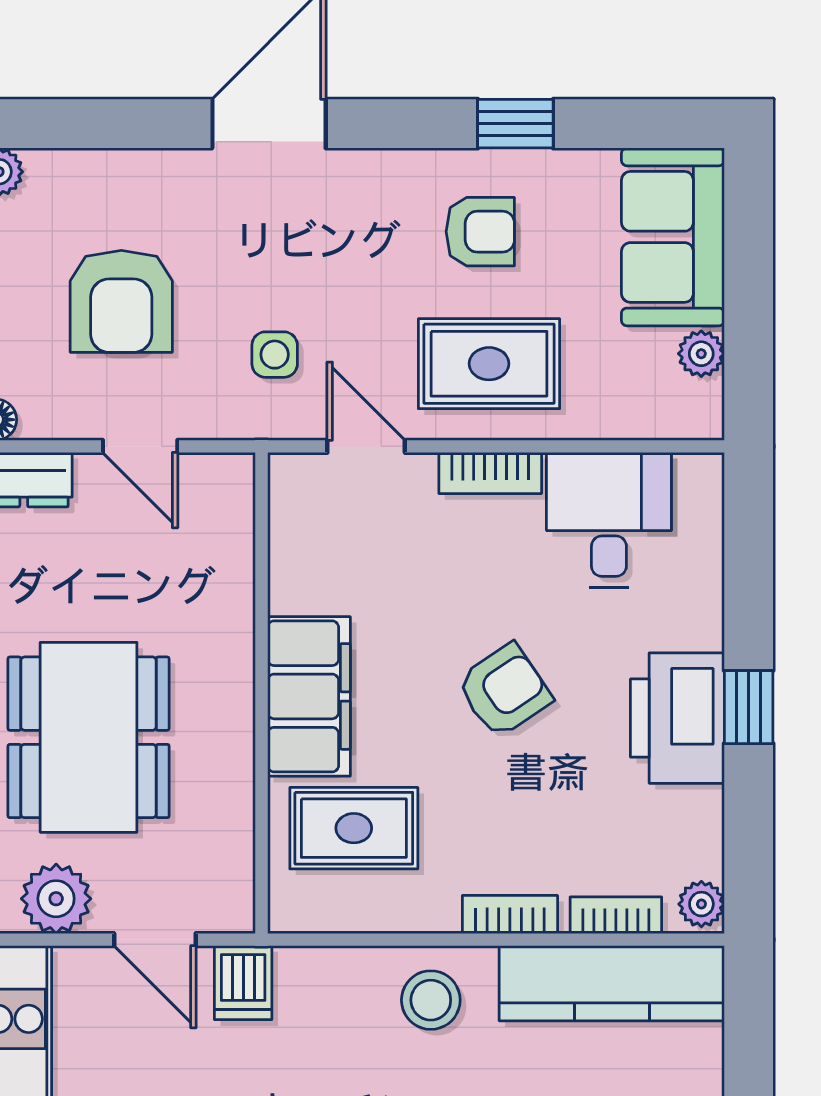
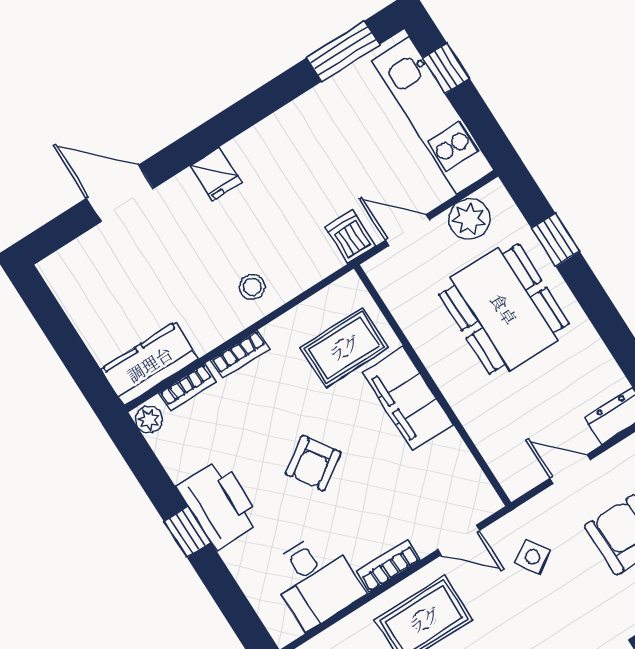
side table: (275, 355) -> (532, 557), turned -33
kitchen counter: (612, 983) -> (150, 364), width x0.67
stool: (431, 1000) -> (252, 287), width x0.73, depth x0.73

